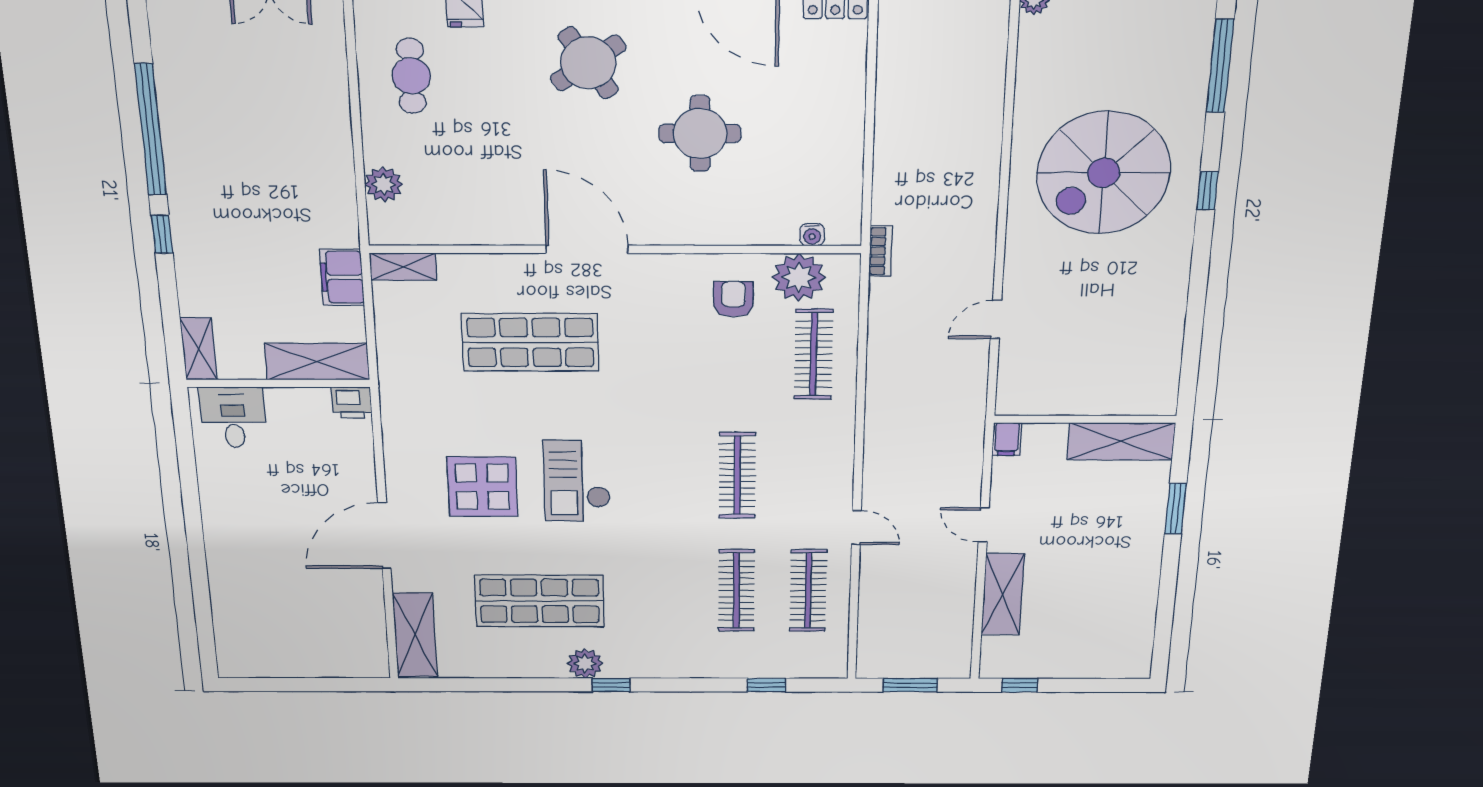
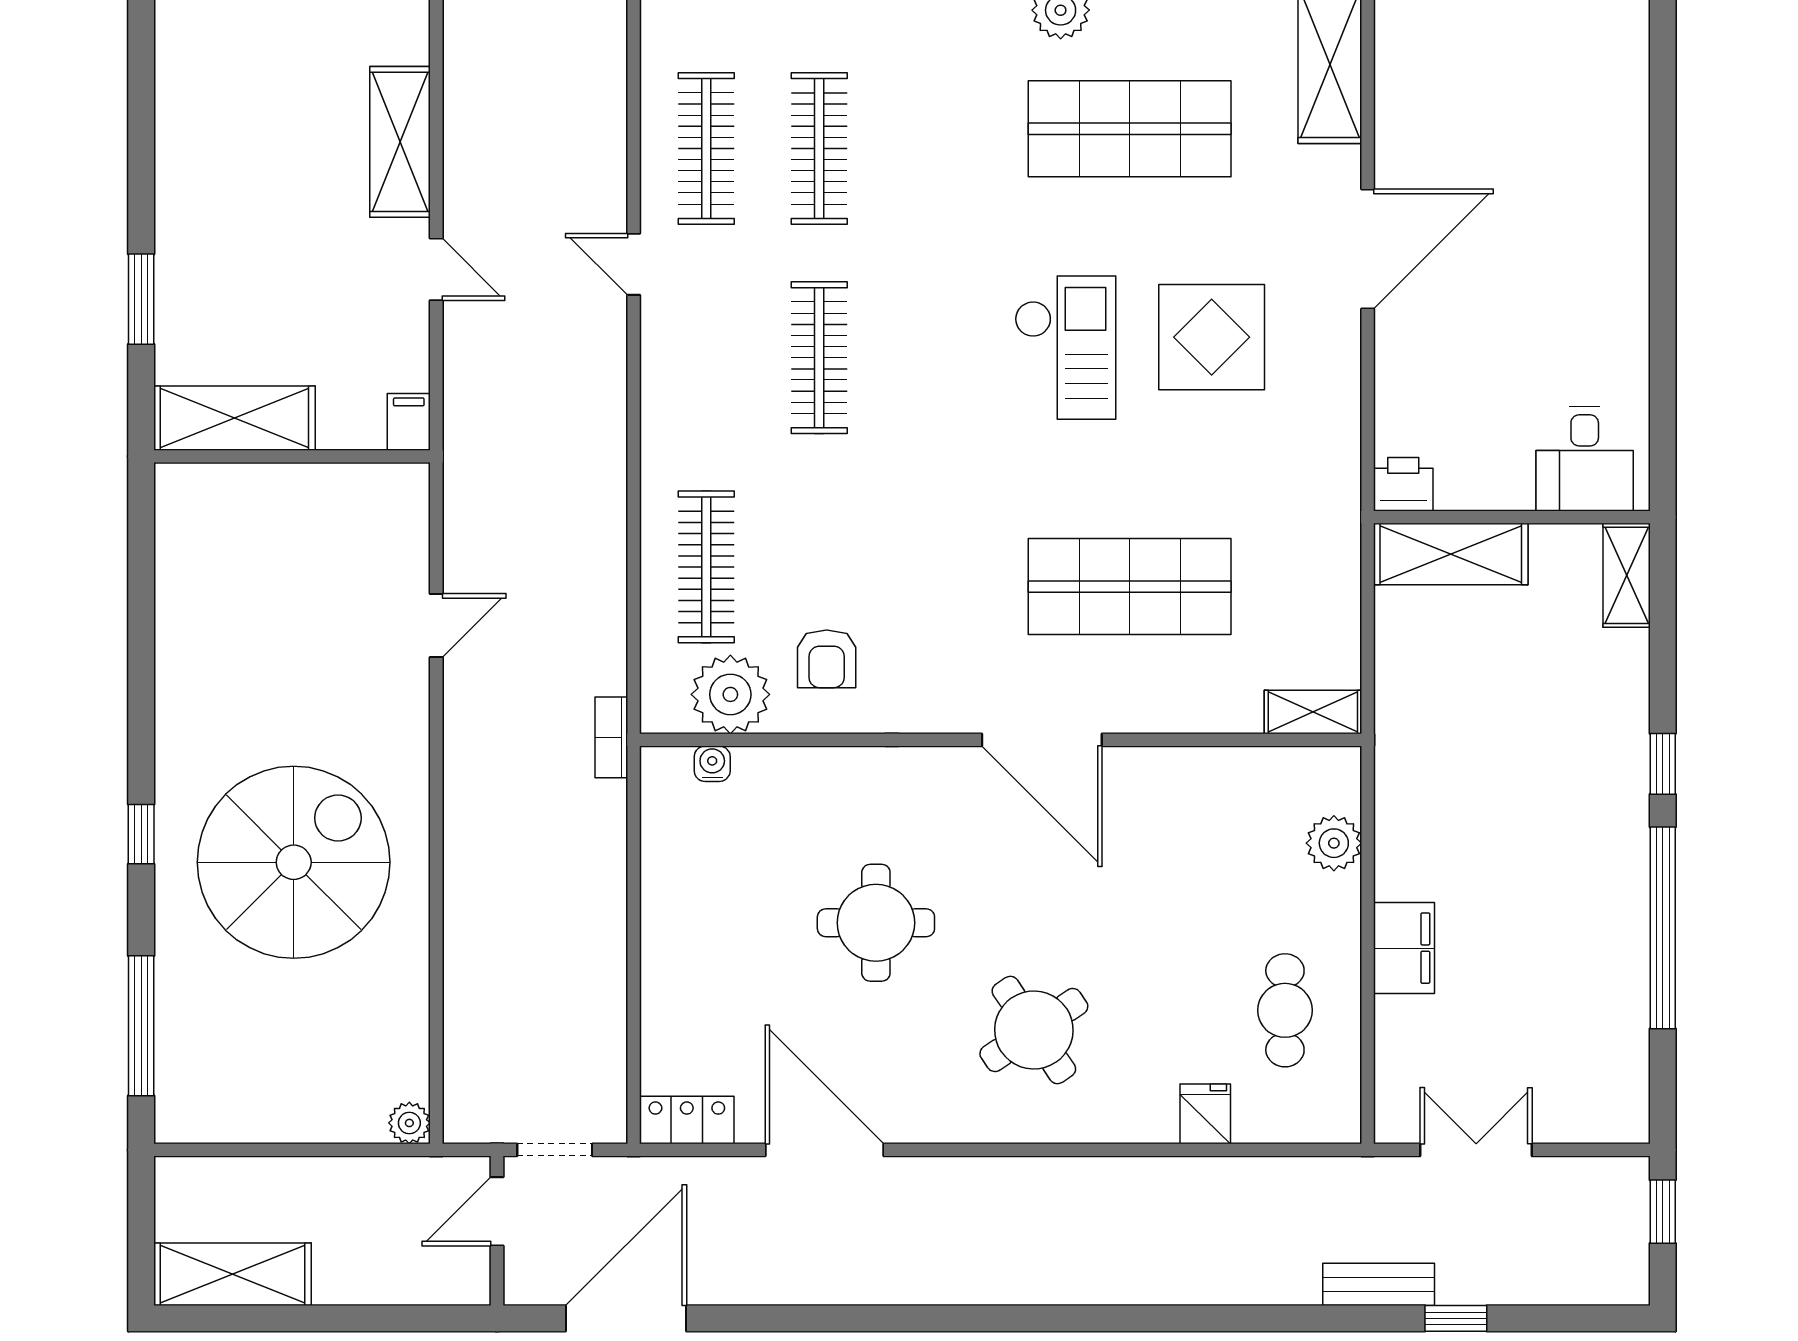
filing cabinet: (342, 277) -> (1404, 948), moved

